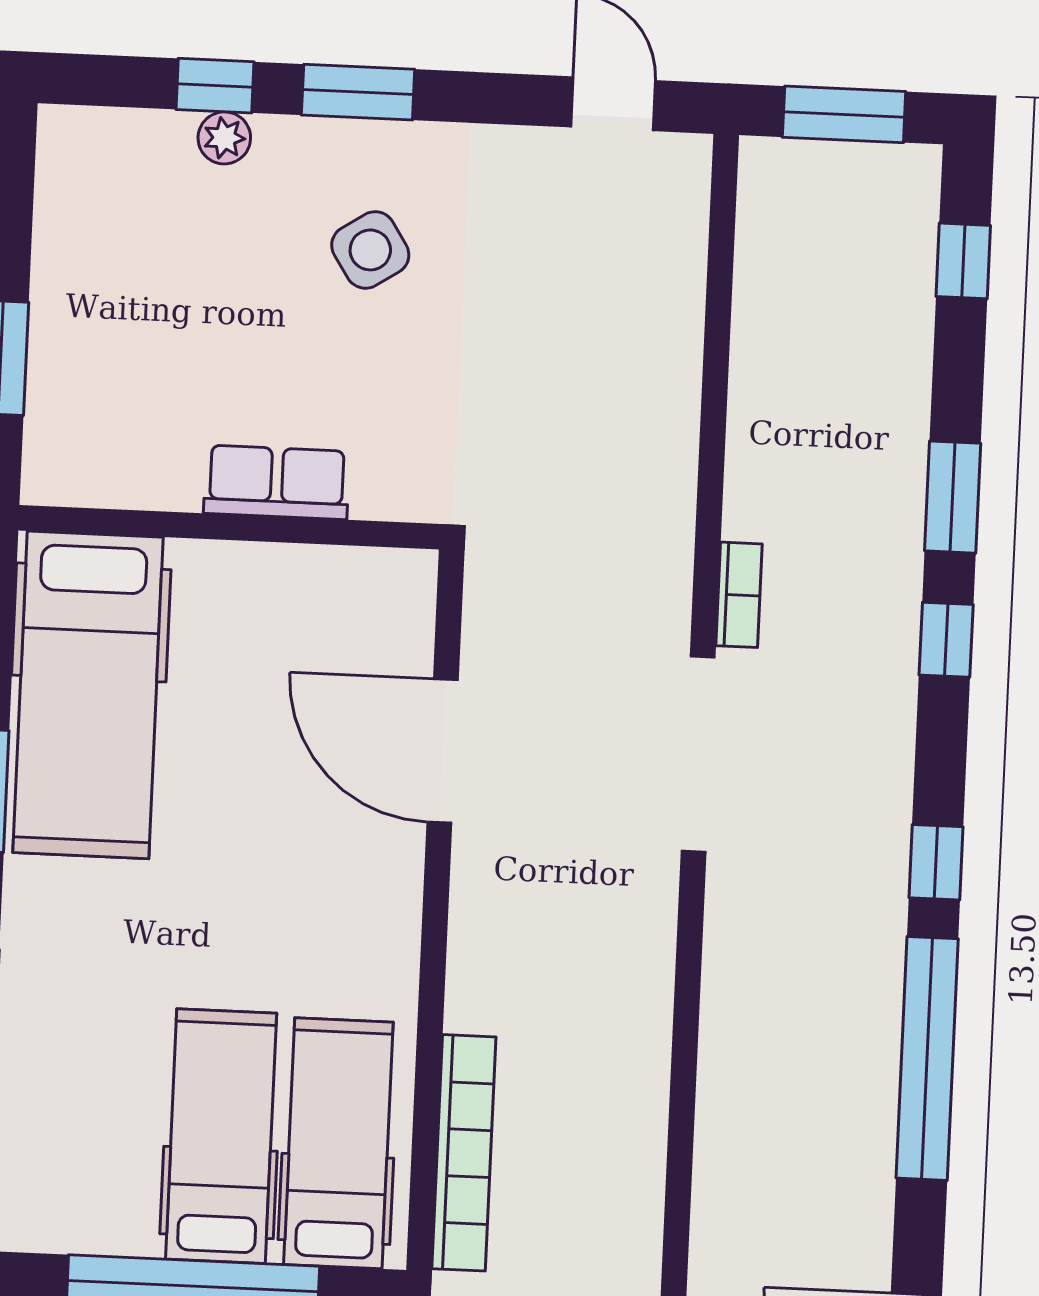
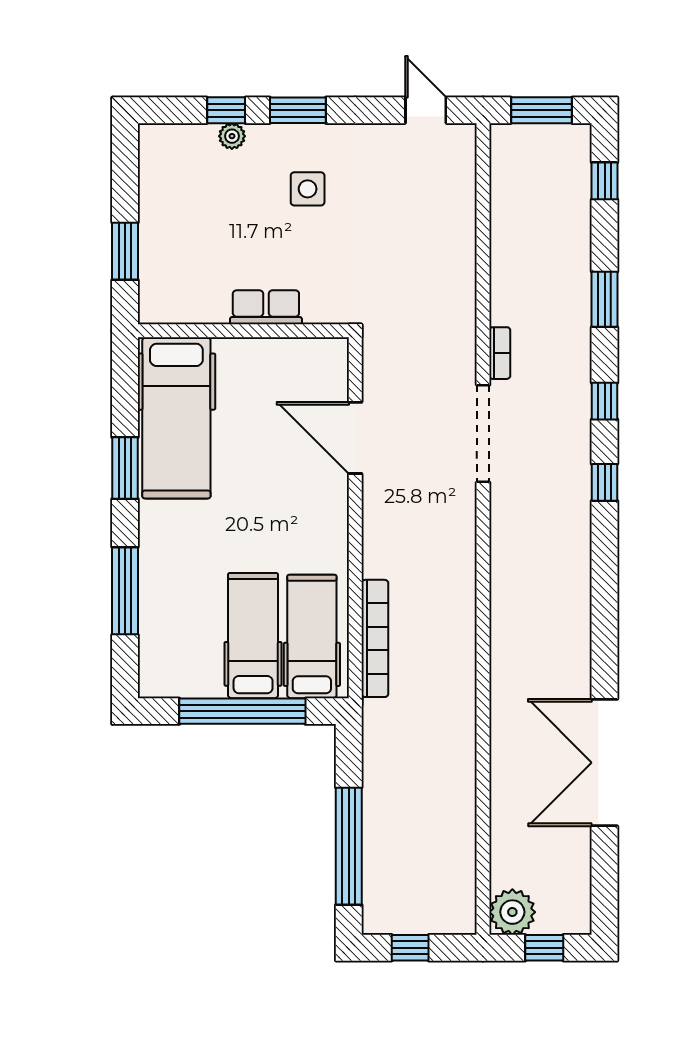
side table: (370, 250) -> (308, 189), turned 33
window: (946, 640) -> (605, 401), moved
window: (927, 1058) -> (605, 581), removed

